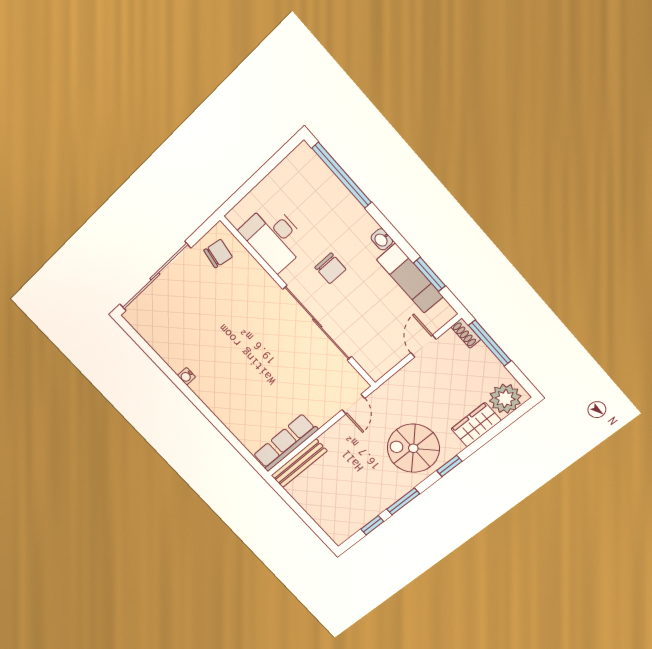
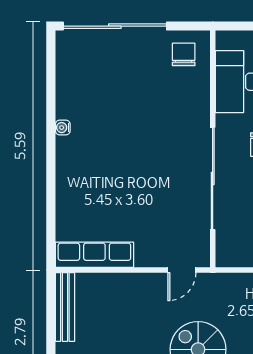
chair: (218, 254) -> (184, 54), turned -100
bench: (299, 463) -> (65, 307), moved, turned 90

